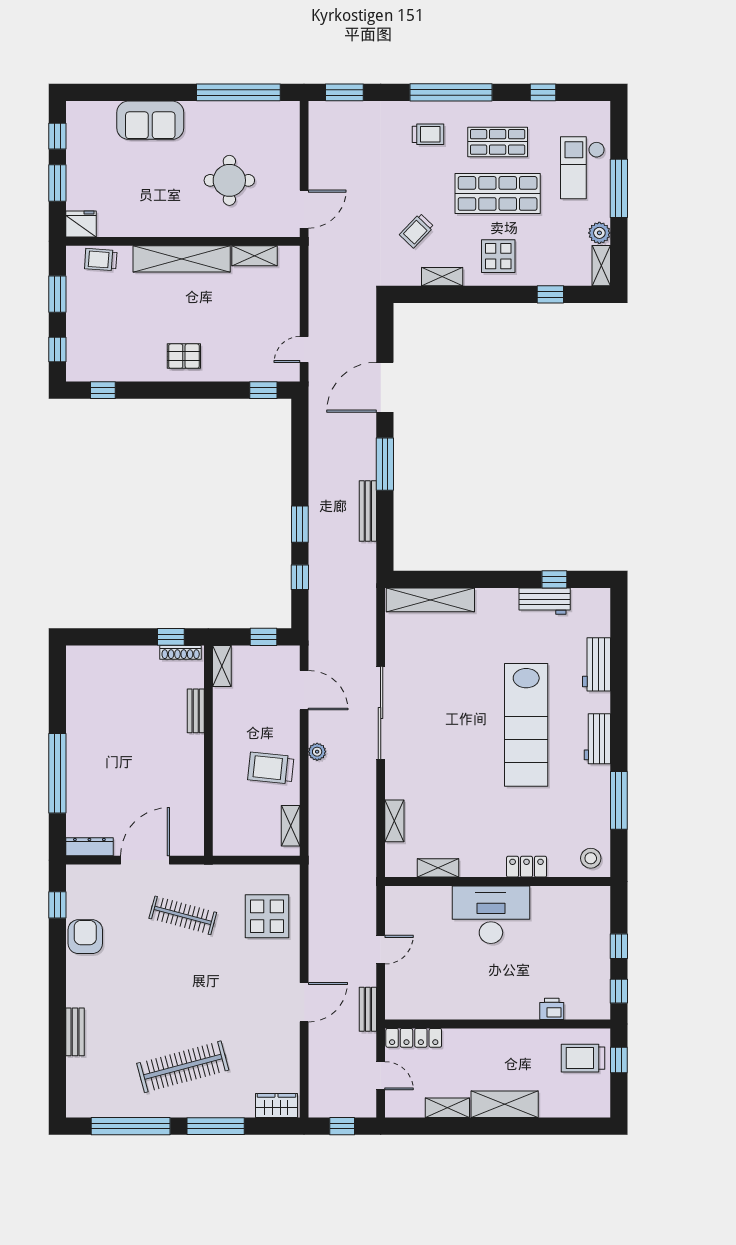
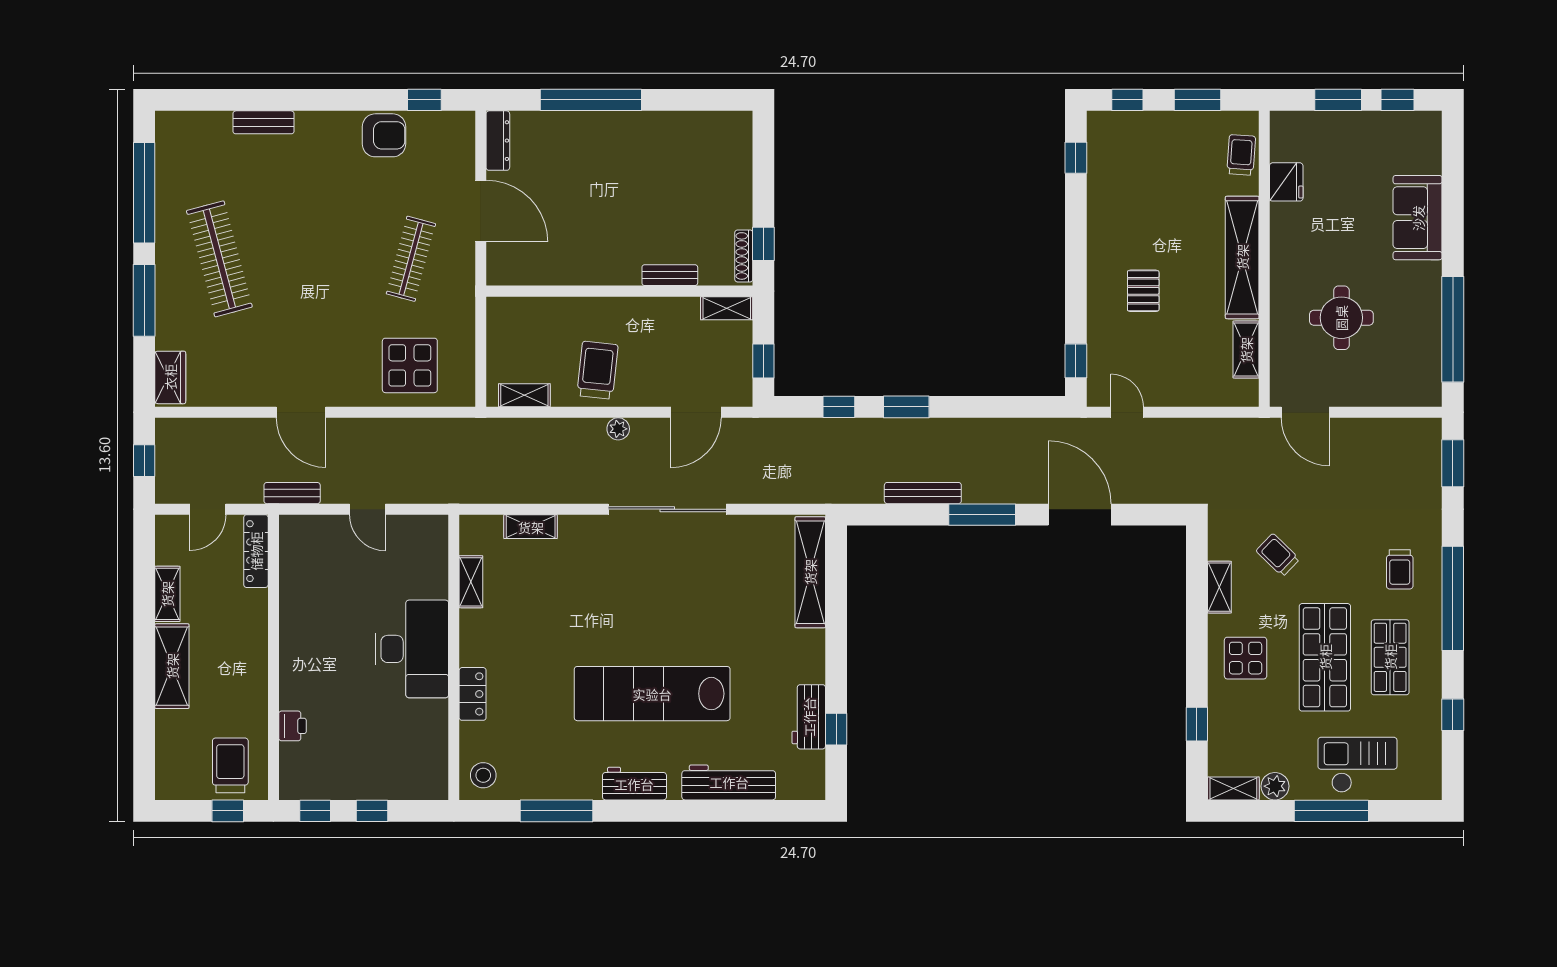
fridge: (81, 224) -> (1286, 182), moved
pallet: (184, 356) -> (1143, 291), moved
workbench: (596, 664) -> (729, 782), width x1.38

